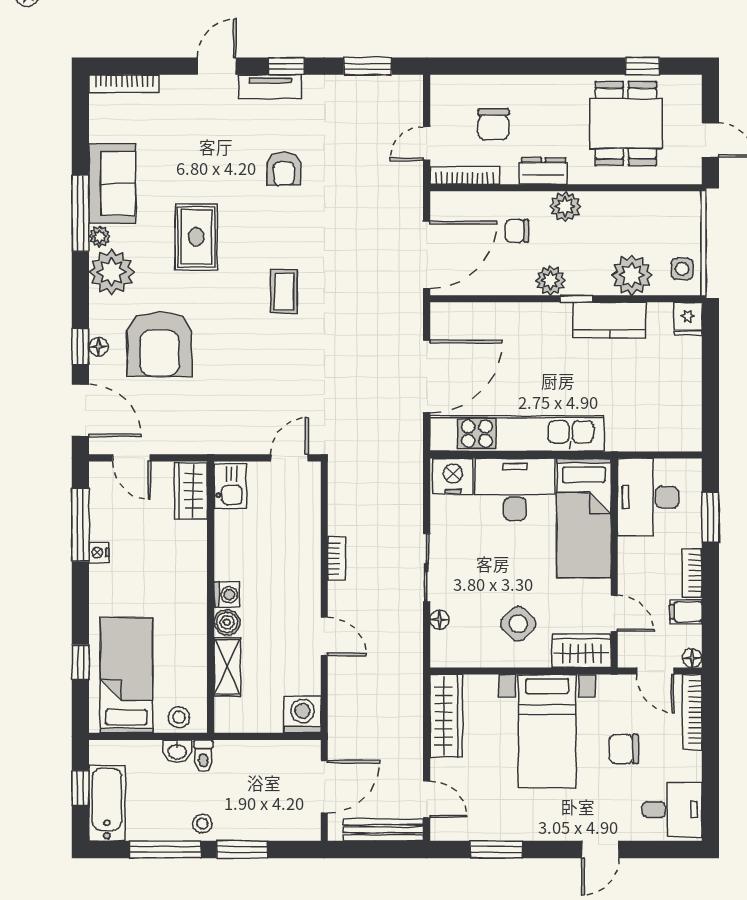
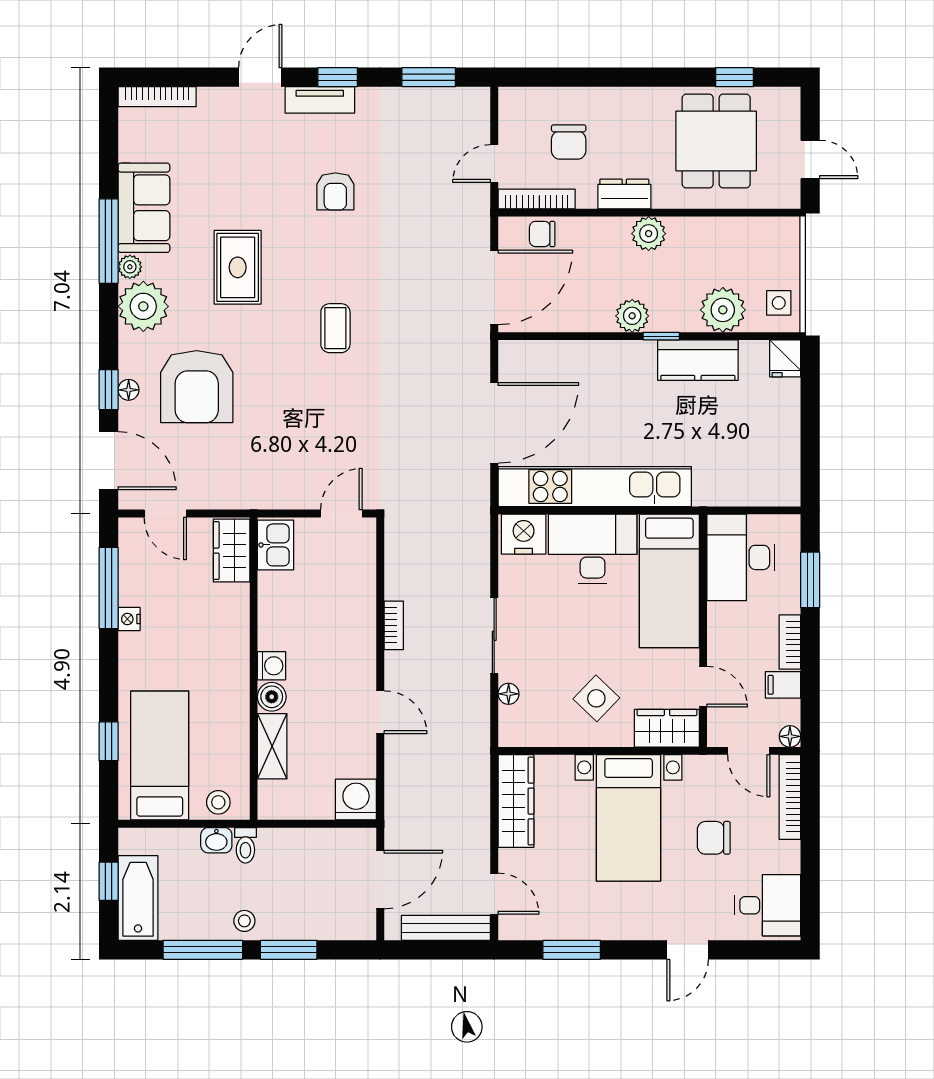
chair: (517, 231) -> (542, 234), moved

